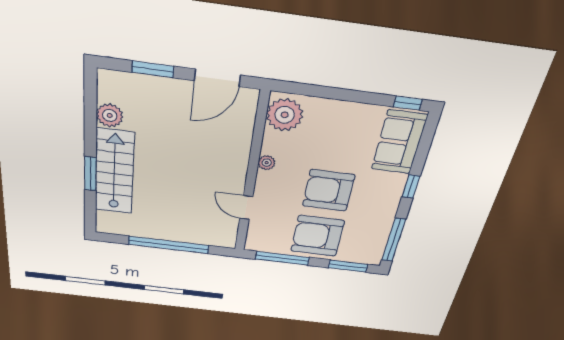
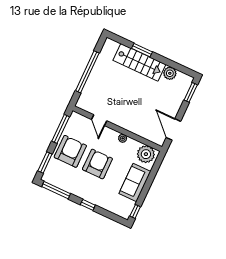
window: (153, 69) -> (191, 92), moved
sofa: (399, 142) -> (135, 182), moved, turned -90
door: (246, 208) -> (99, 120), swing flipped

